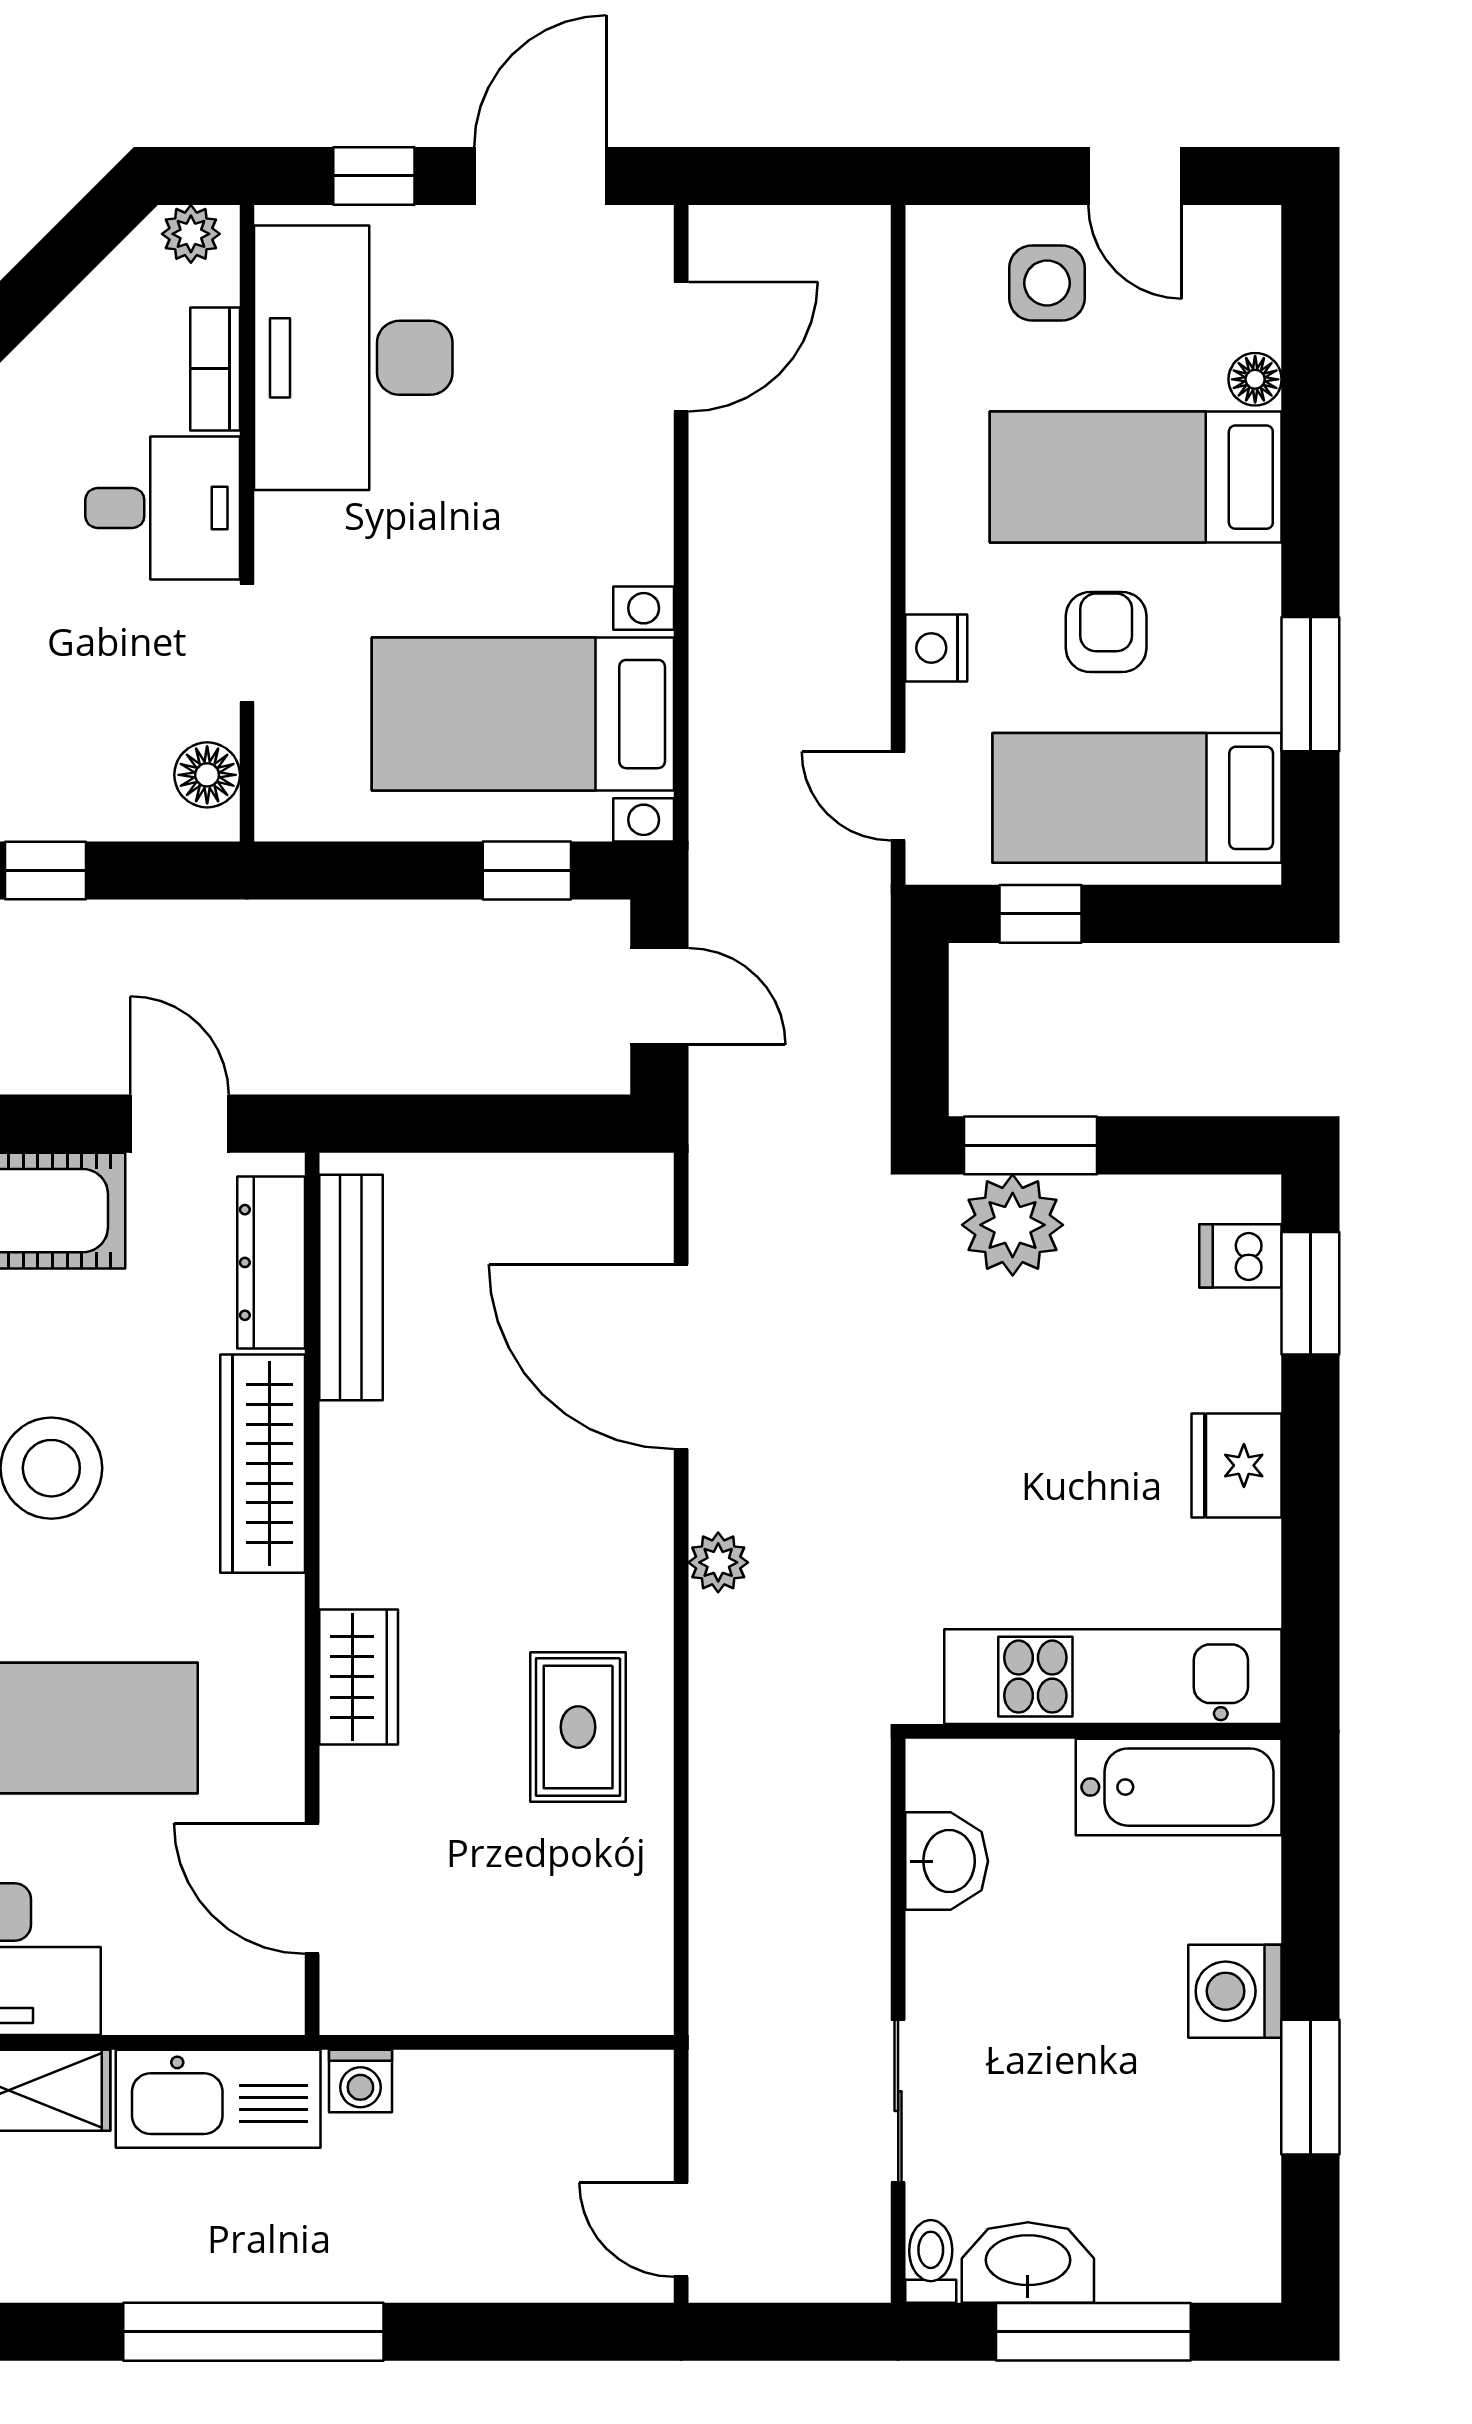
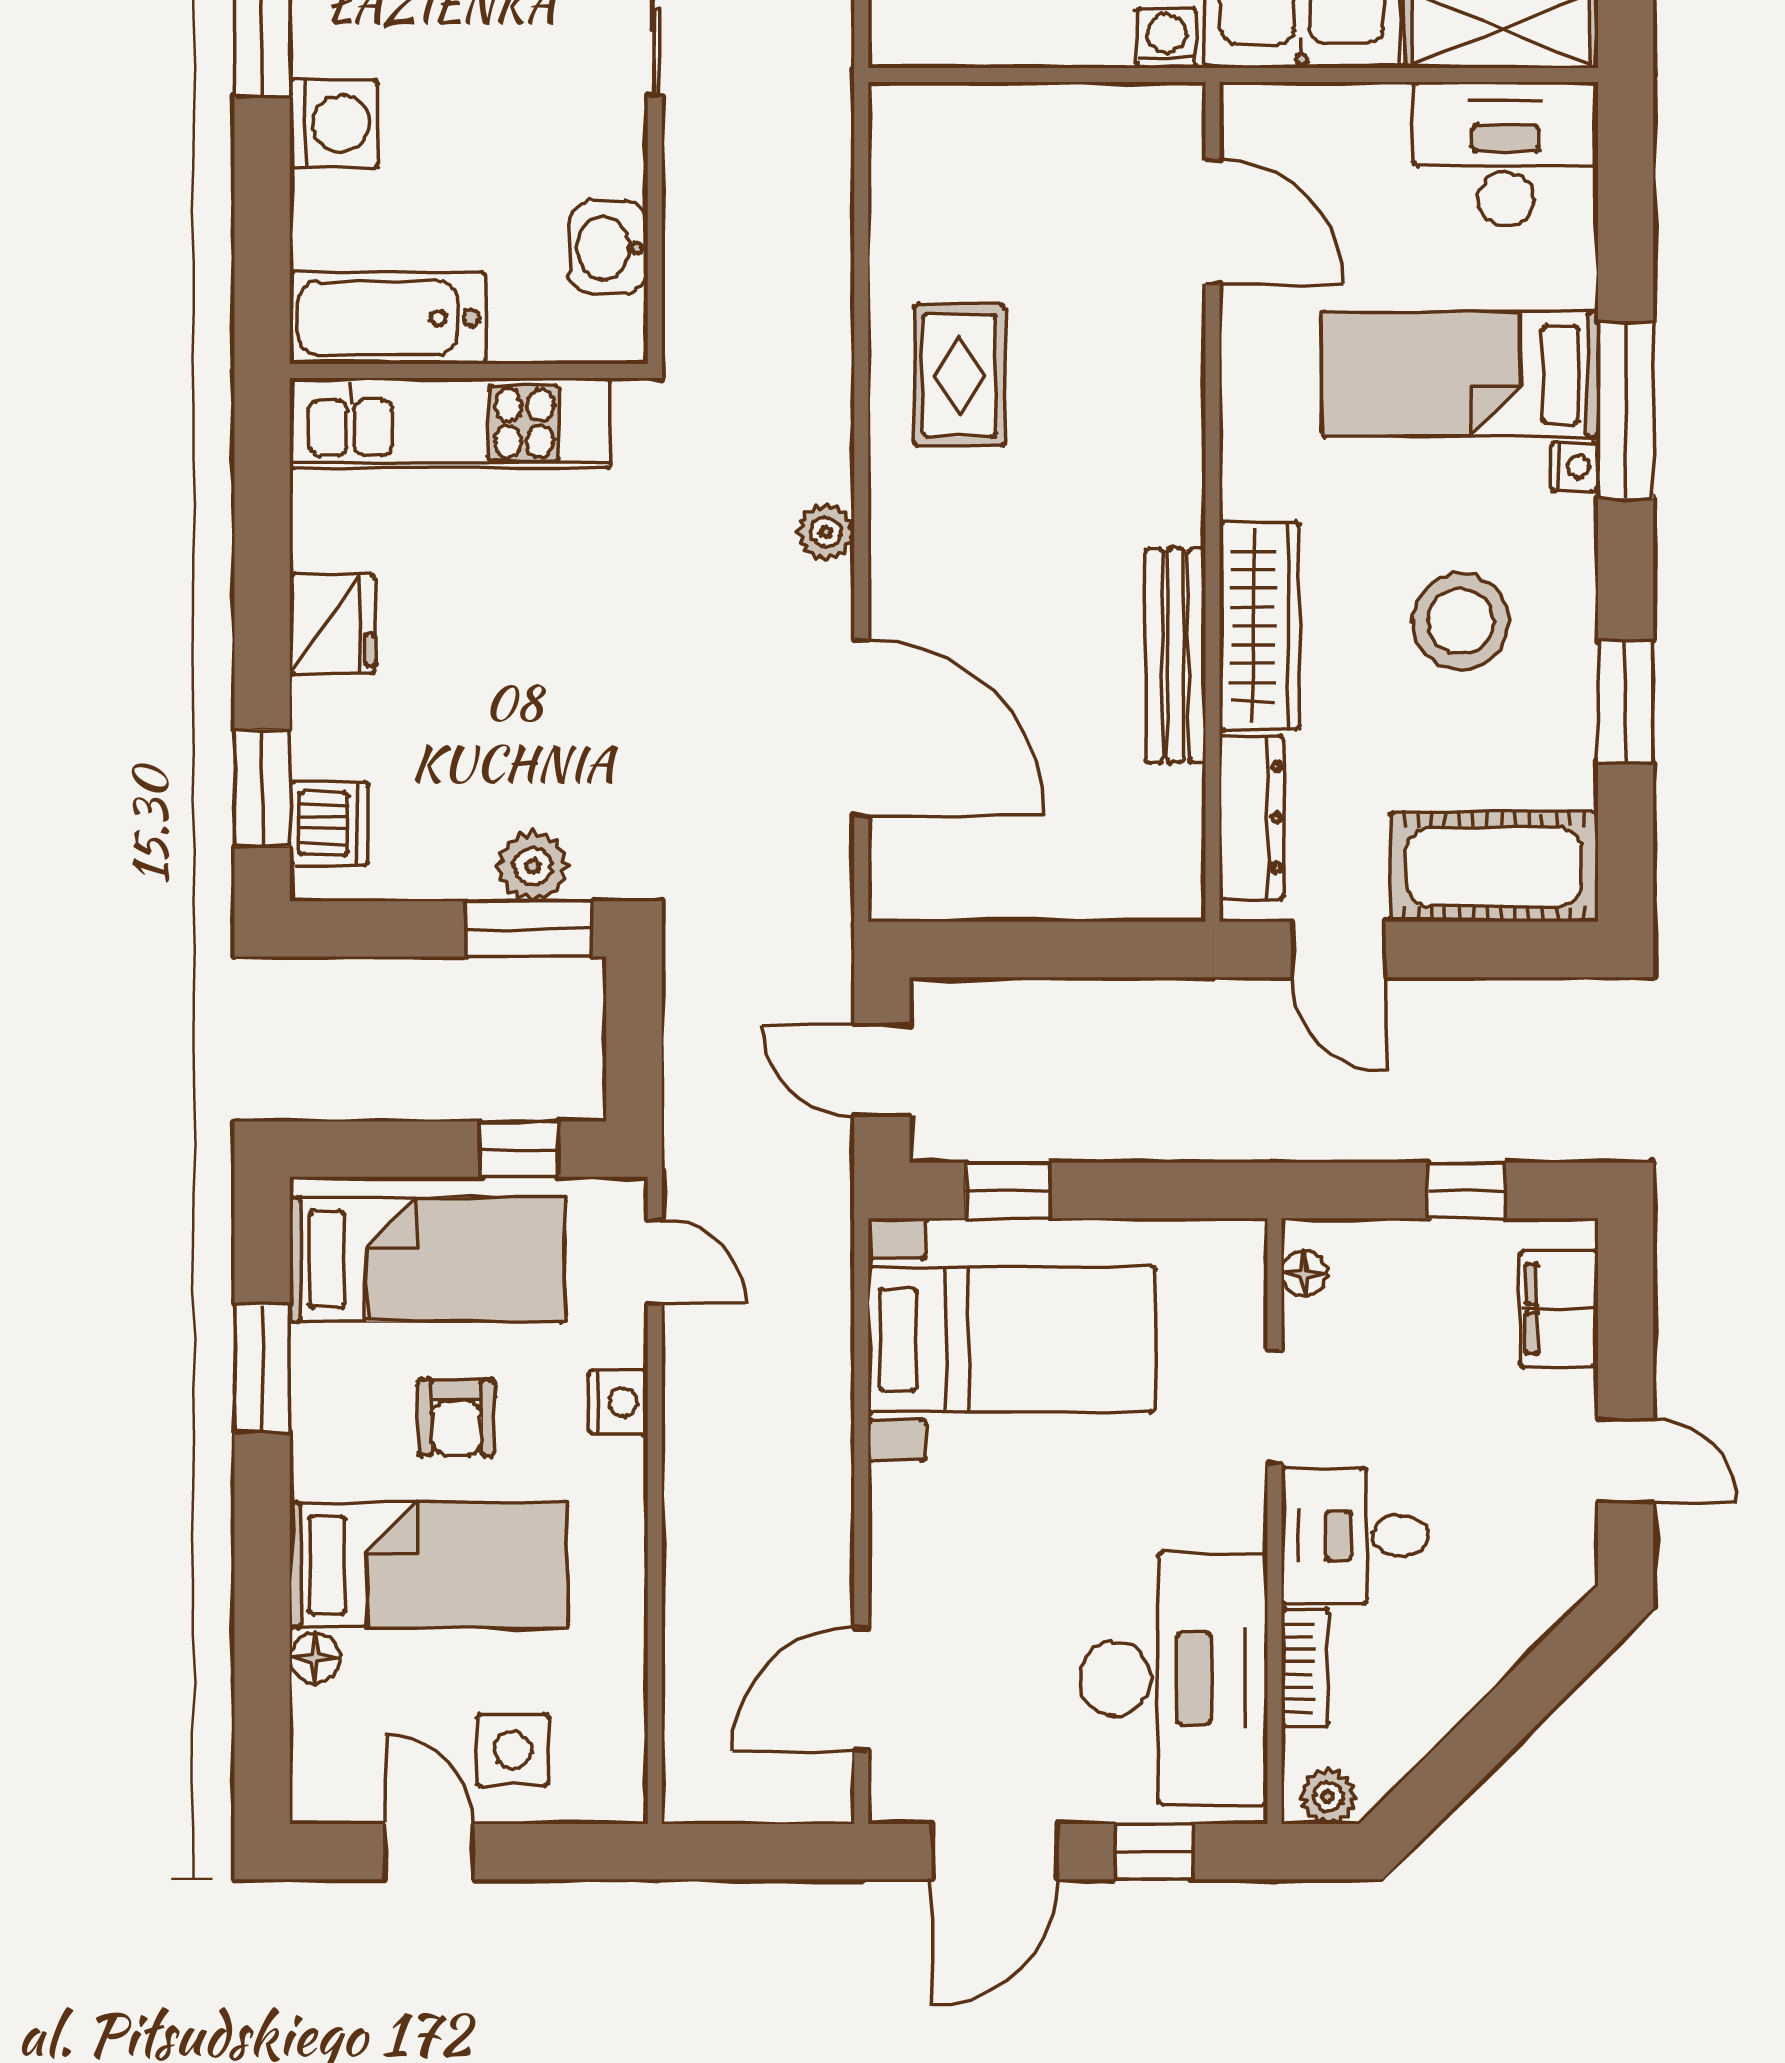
floor lamp: (207, 775) -> (1304, 1273), width x0.73, depth x0.73
plant: (1013, 1225) -> (533, 866), width x0.73, depth x0.73
dishwasher: (1240, 1256) -> (329, 824), width x1.38
bench: (351, 1287) -> (1175, 655), moved
wardrobe: (359, 1677) -> (1168, 423), removed

